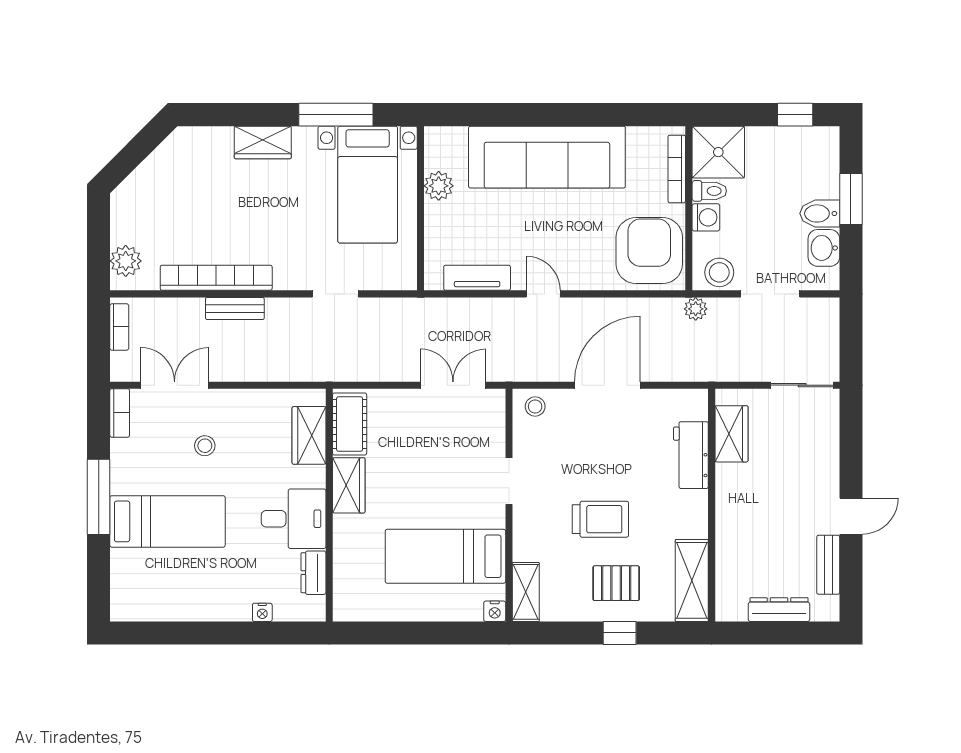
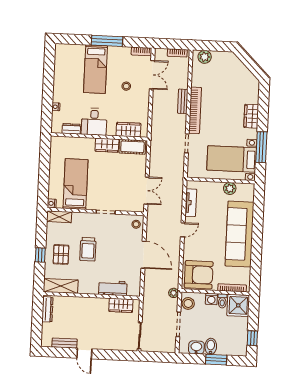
bookcase: (216, 278) -> (195, 110), moved
dresser: (779, 610) -> (47, 309), moved

